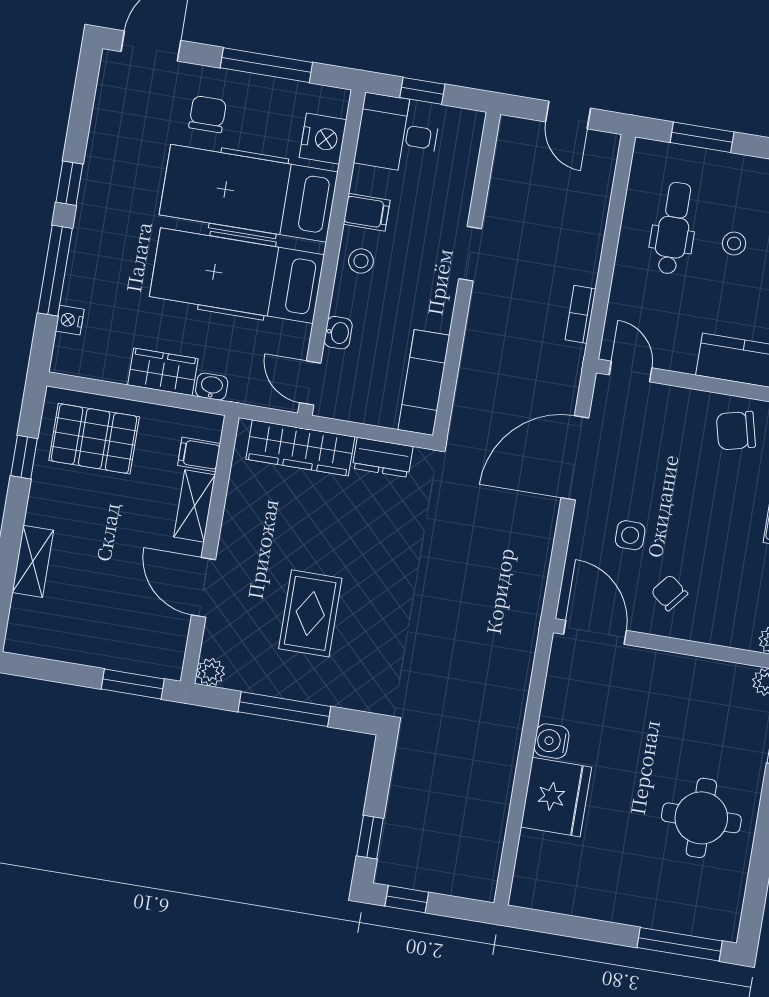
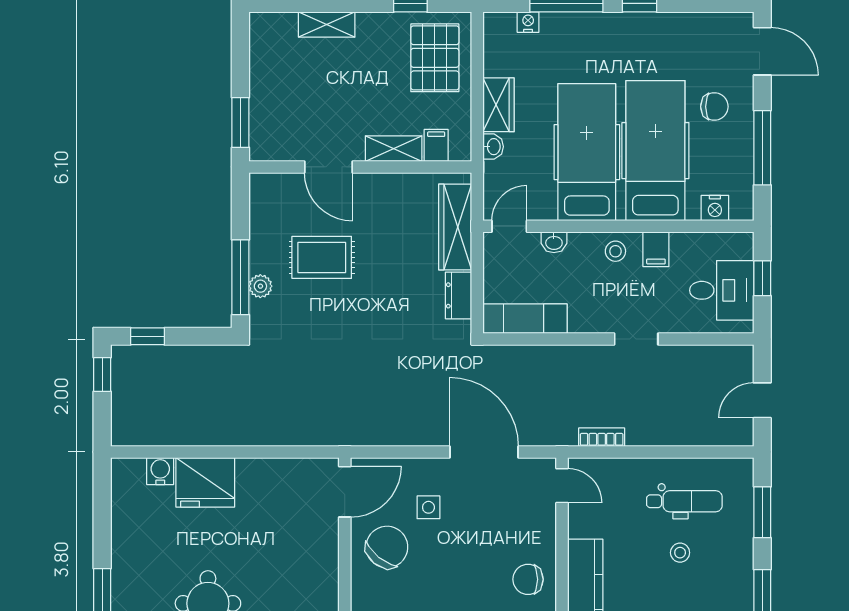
desk: (398, 134) -> (722, 290), moved, turned 90
nightstand: (323, 139) -> (715, 208), width x0.74, depth x0.75
door: (631, 371) -> (562, 486), hinge flipped
chair: (736, 431) -> (528, 579), turned -76
door: (203, 587) -> (329, 167), swing flipped
chair: (669, 593) -> (387, 547), width x1.87, depth x1.87
plant: (211, 672) -> (260, 286), moved
window: (284, 709) -> (240, 277), moved
water cooler: (552, 741) -> (160, 471), moved

